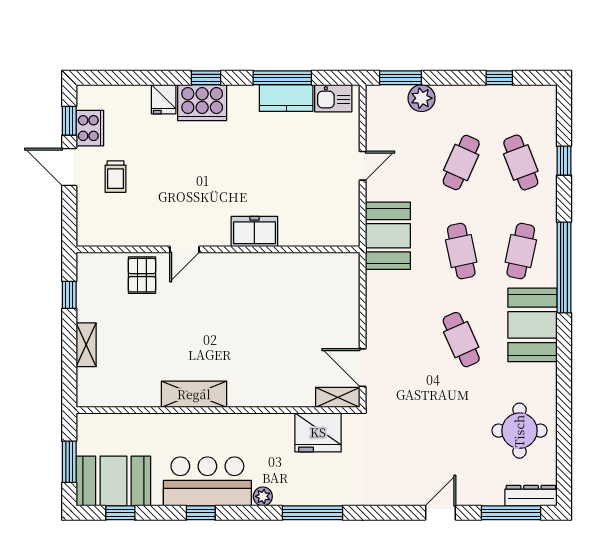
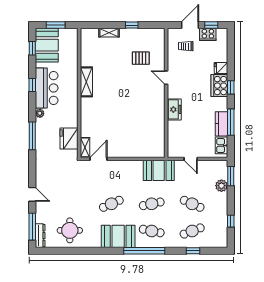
freezer: (254, 232) -> (174, 109), moved
door: (184, 249) -> (166, 78), moved
wall: (218, 249) -> (166, 93), moved

